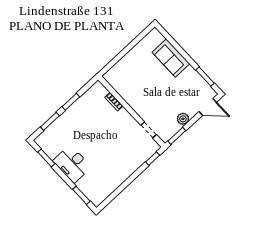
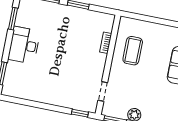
coffee table: (134, 86) -> (133, 51), added

